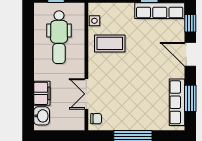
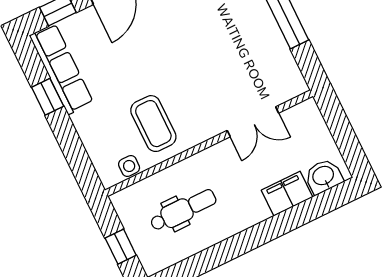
dental chair: (59, 37) -> (183, 210), width x0.73, depth x0.72
chair: (96, 119) -> (285, 87), removed

